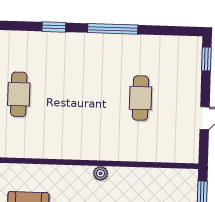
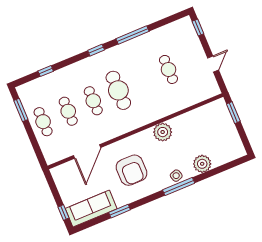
cafe table: (59, 95) -> (118, 90), added
plant: (101, 173) -> (163, 132), width x1.88, depth x1.88

